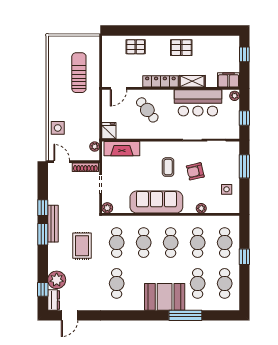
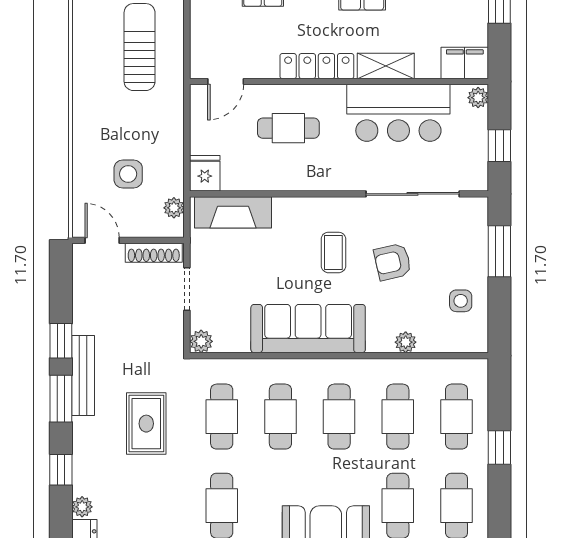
cafe table: (147, 110) -> (288, 128), turned -52
side table: (58, 128) -> (128, 174), moved
plant: (57, 280) -> (82, 507), width x0.53, depth x0.53
window: (43, 289) -> (61, 470), moved

